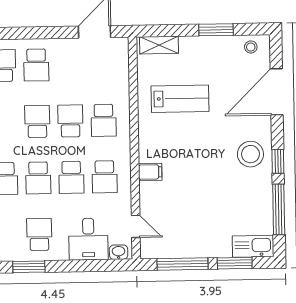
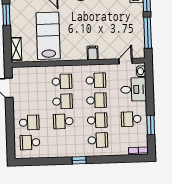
lab bench: (180, 99) -> (48, 36), width x1.36, depth x1.39
school desk: (70, 121) -> (63, 101), turned 180

